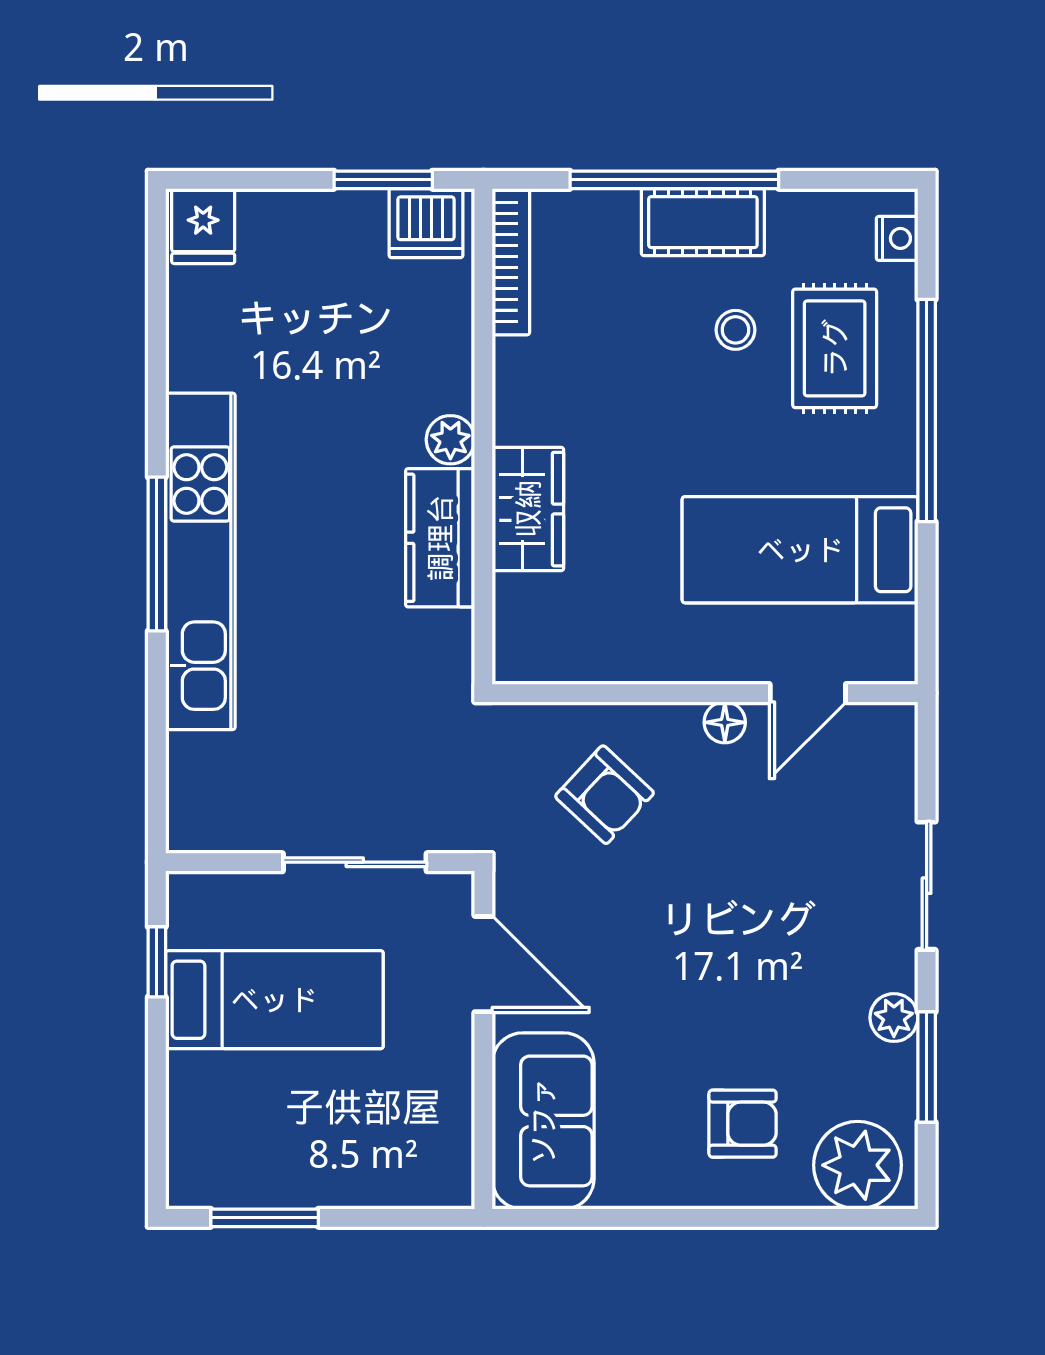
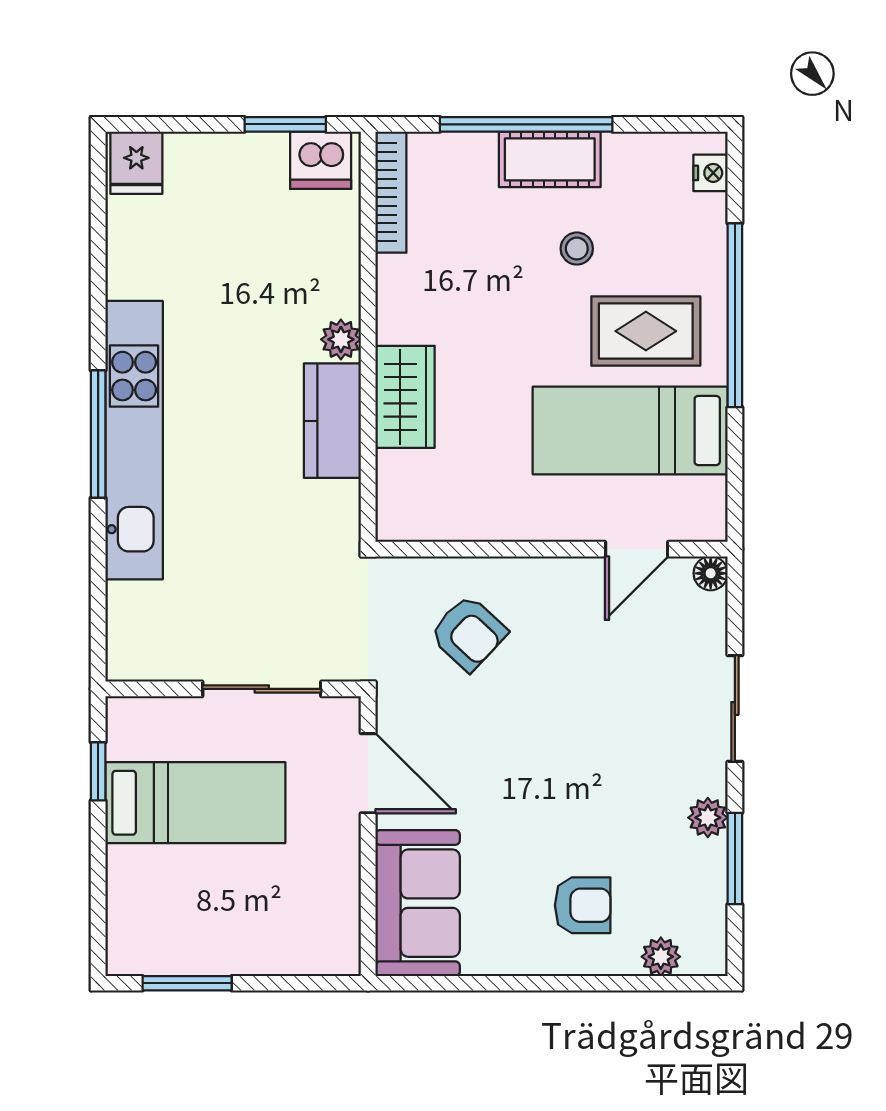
rug: (835, 348) -> (646, 331), moved, turned 90
floor lamp: (725, 722) -> (711, 573), moved
plant: (858, 1165) -> (661, 957), width x0.53, depth x0.53

